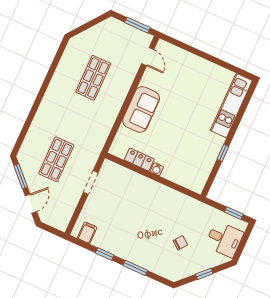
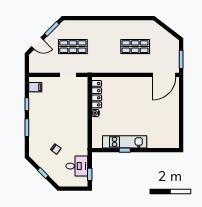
door: (148, 57) -> (164, 75), width x1.87
kitchen unit: (231, 106) -> (125, 142), moved
sofa: (141, 109) -> (129, 86), removed
locker: (139, 160) -> (97, 94), width x1.53
desk: (224, 239) -> (77, 166), moved, turned -90

